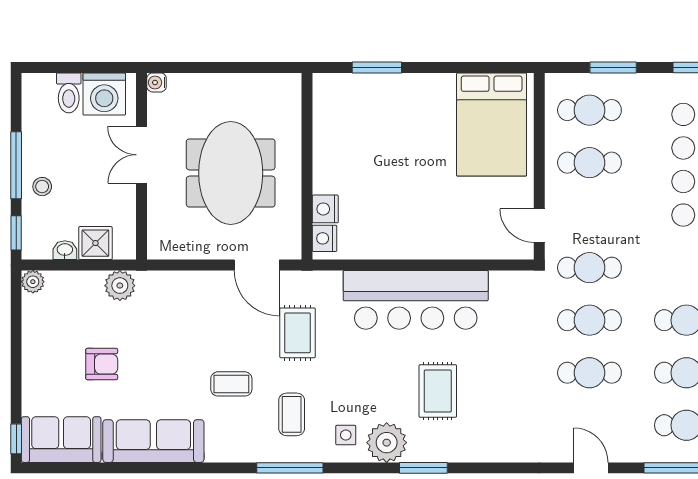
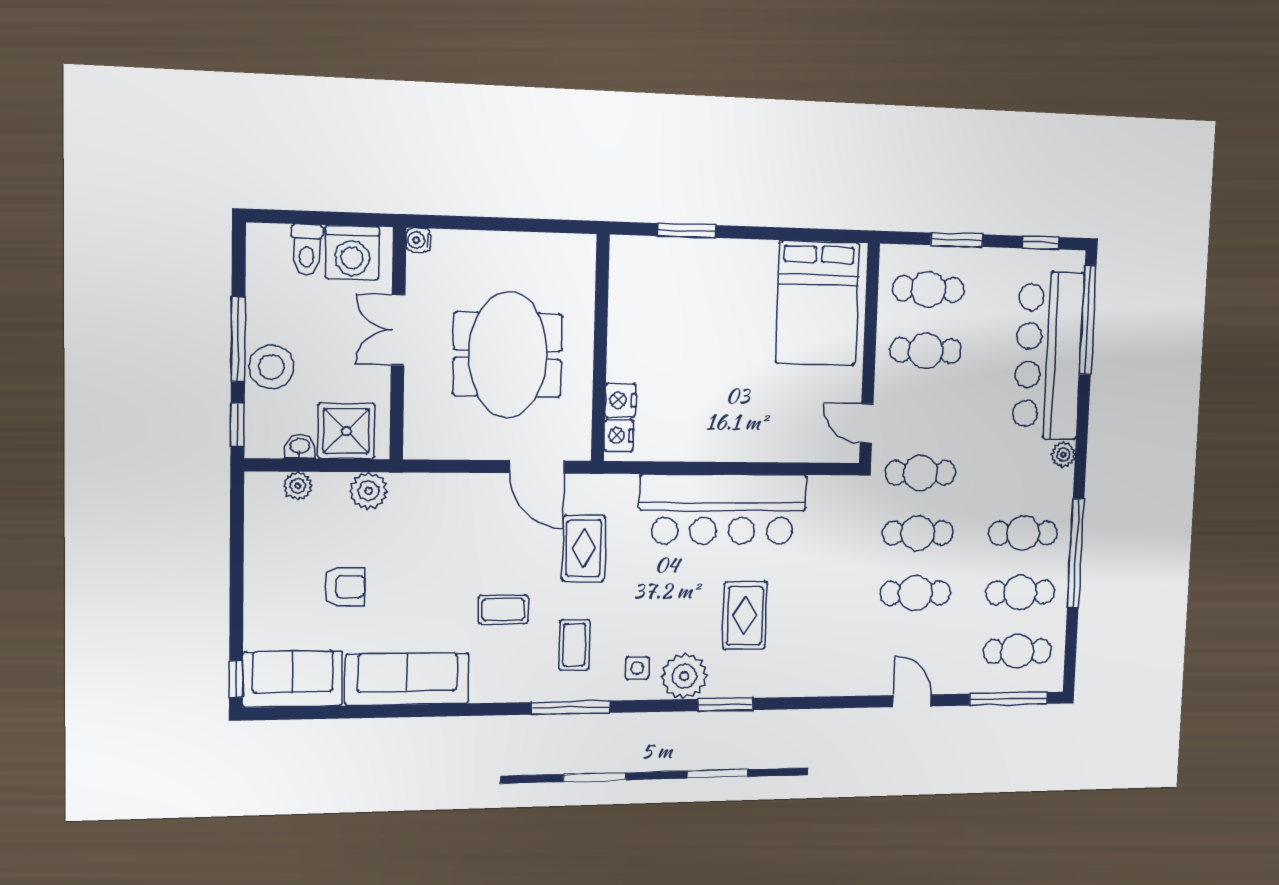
stool: (42, 187) -> (272, 367), width x1.89, depth x1.89
shower: (95, 243) -> (346, 431), width x1.36, depth x1.36
plant: (33, 282) -> (298, 486), moved

